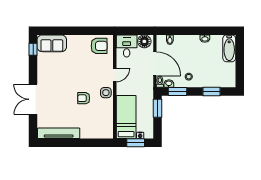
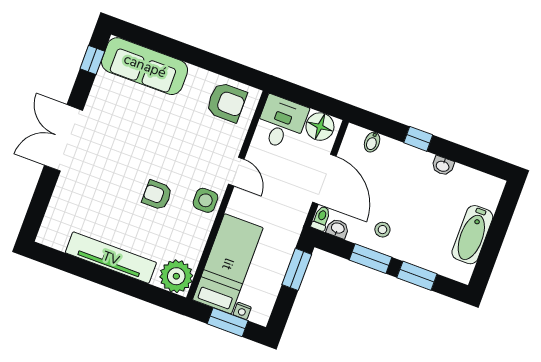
window: (190, 31) -> (418, 139), added
sofa: (52, 43) -> (145, 66), width x1.36
bathtub: (229, 48) -> (472, 235), moved
door: (115, 75) -> (236, 172), hinge flipped
window: (177, 91) -> (371, 259), moved
double door: (33, 99) -> (64, 138), moved
plant: (105, 131) -> (176, 276), added
tv unit: (59, 133) -> (111, 258), moved

